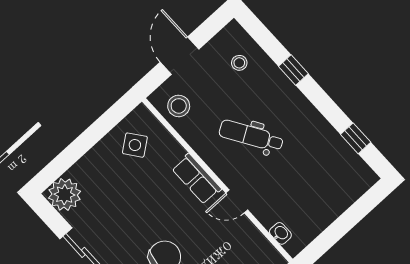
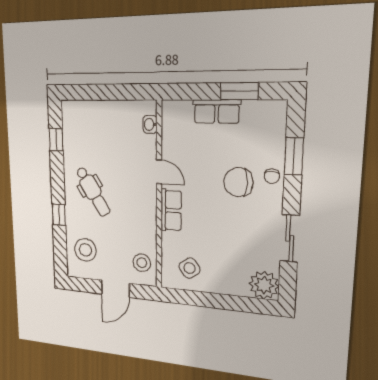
stool: (239, 63) -> (85, 250), width x1.89, depth x1.89
dental chair: (251, 136) -> (93, 192), moved

